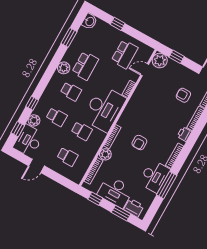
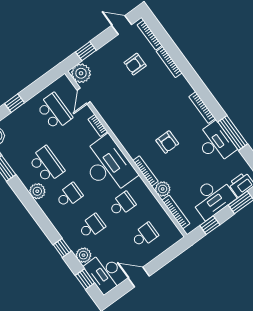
printer: (184, 134) -> (182, 84), removed
door: (36, 166) -> (139, 277), swing flipped

